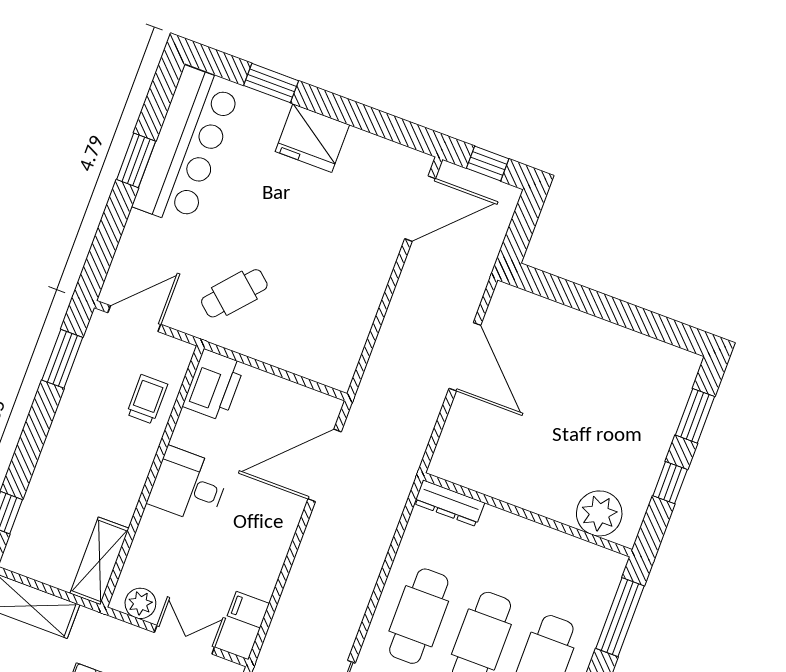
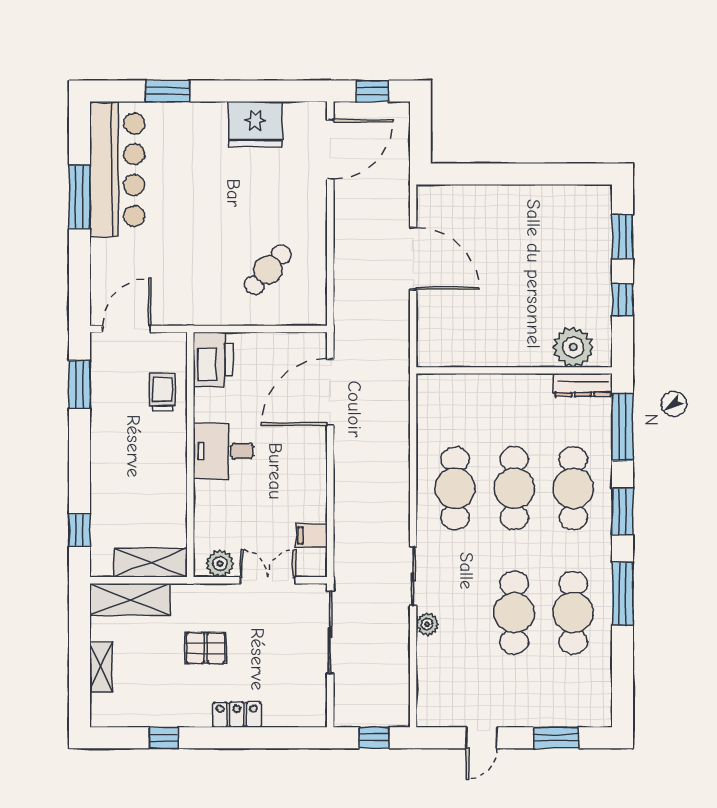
fridge: (312, 138) -> (255, 124), moved
window: (136, 160) -> (79, 197), width x1.44
cafe table: (234, 293) -> (268, 270), moved
dresser: (449, 503) -> (583, 385), moved
shelving: (99, 561) -> (150, 563), moved, turned 90

